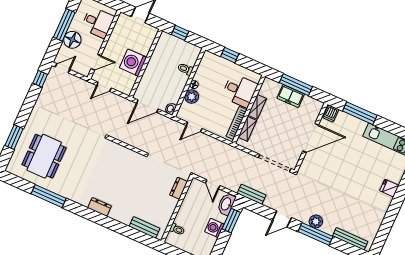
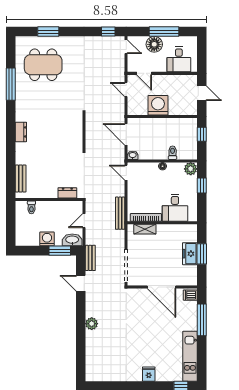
window: (296, 85) -> (202, 254), width x0.69
plant: (192, 97) -> (191, 169), moved
shelving: (257, 107) -> (168, 229), removed
door: (194, 127) -> (126, 173), moved
door: (282, 219) -> (81, 283), moved
window: (316, 234) -> (81, 328), removed
bench: (350, 239) -> (120, 213), moved

